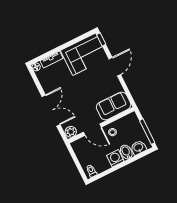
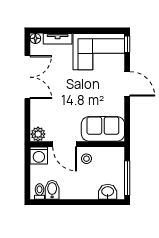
door: (115, 67) -> (127, 84), hinge flipped
double door: (51, 111) -> (27, 77), moved
bidet: (126, 152) -> (52, 190), moved
washing machine: (115, 158) -> (39, 155), moved, turned 180

